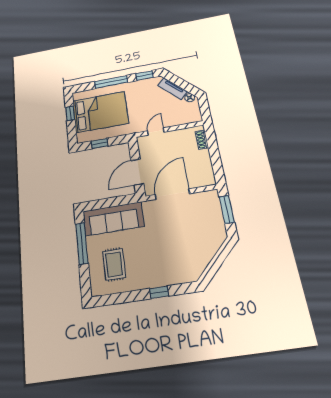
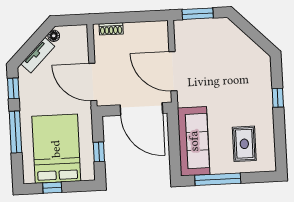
door: (156, 131) -> (93, 82), width x1.88
door: (137, 172) -> (141, 109), width x1.36
rug: (114, 264) -> (244, 144), turned 90

